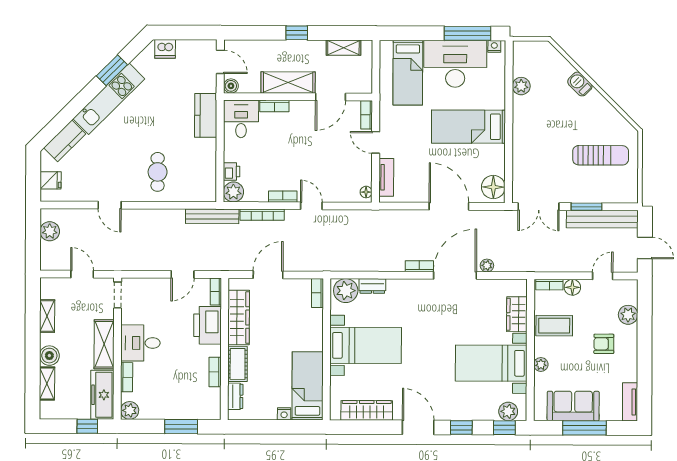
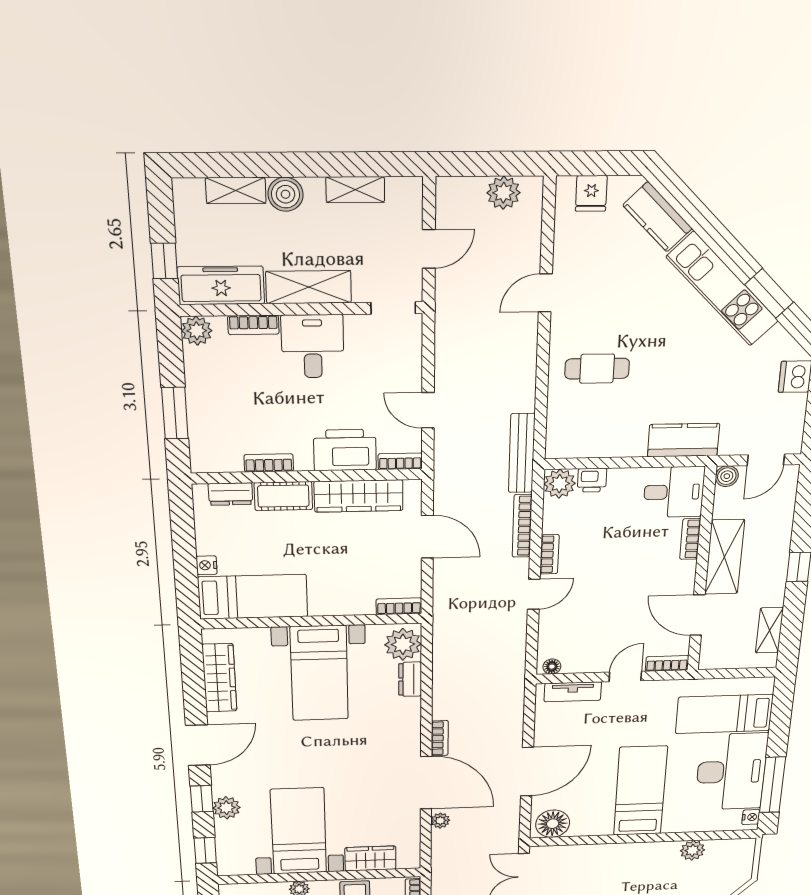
plant: (508, 411) -> (226, 808), moved

